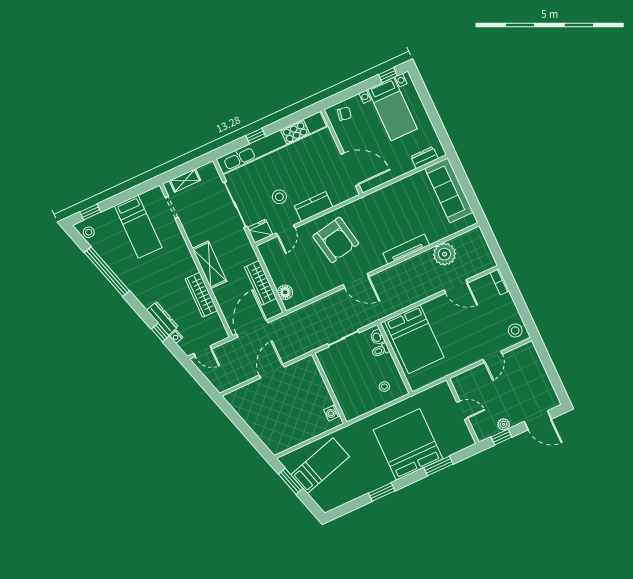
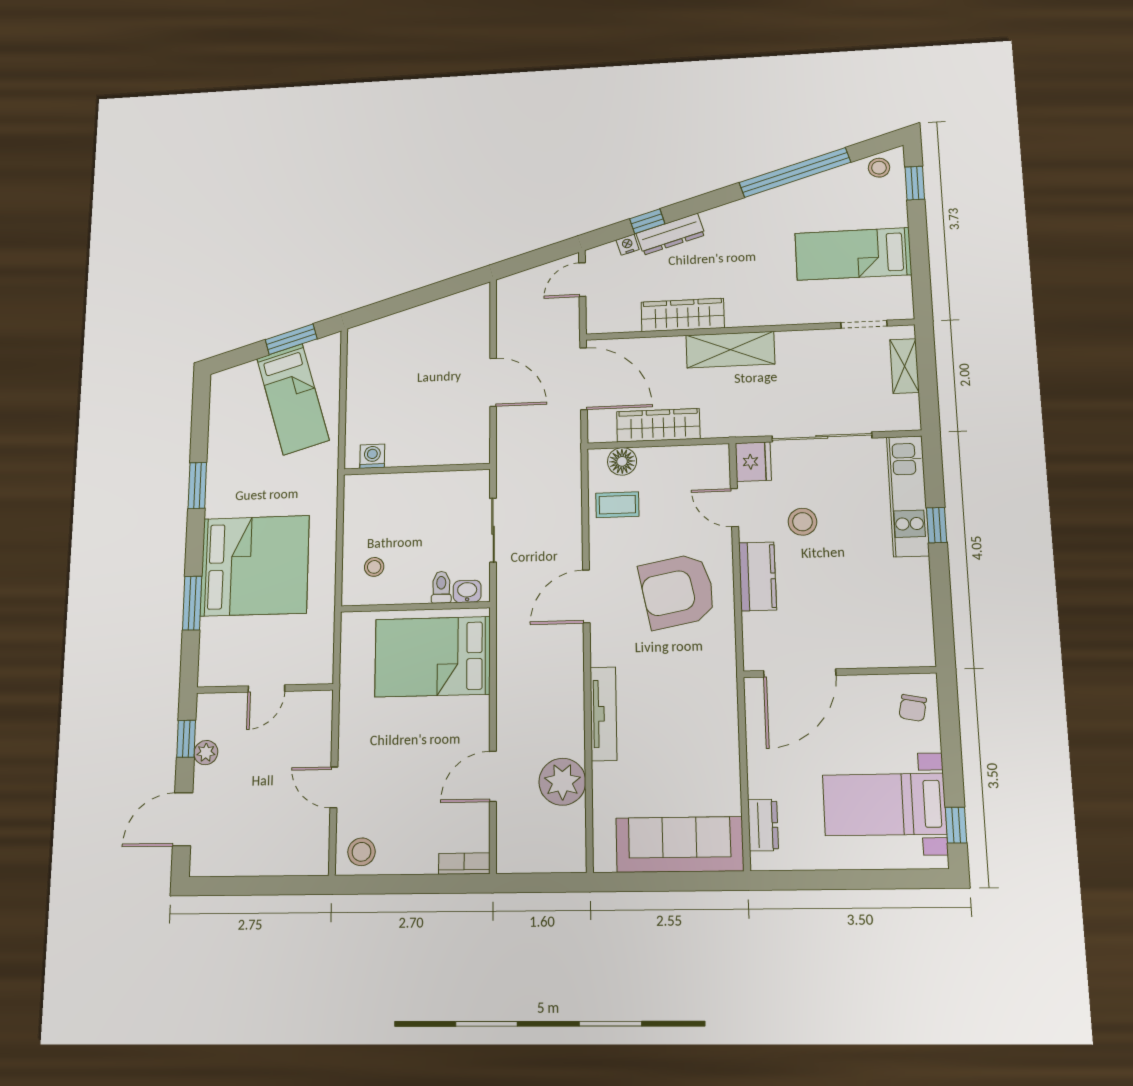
kitchen unit: (271, 143) -> (908, 496), width x0.54
coffee table: (307, 285) -> (617, 505), added

